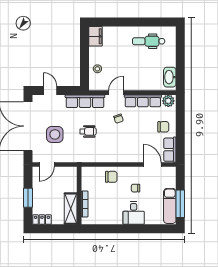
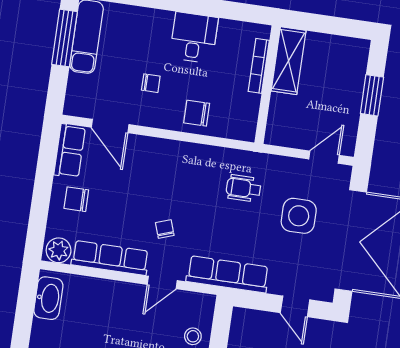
wheelchair: (88, 131) -> (243, 188), moved
desk: (134, 213) -> (194, 38), moved
locker: (42, 220) -> (350, 47), removed

